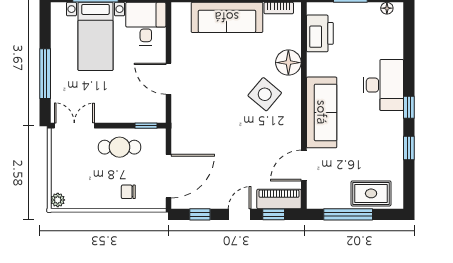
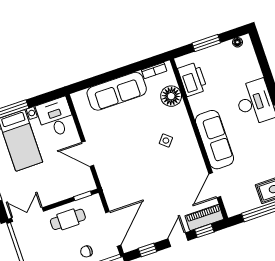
floor lamp: (288, 63) -> (171, 96), moved
side table: (265, 94) -> (166, 141), width x0.54, depth x0.54

